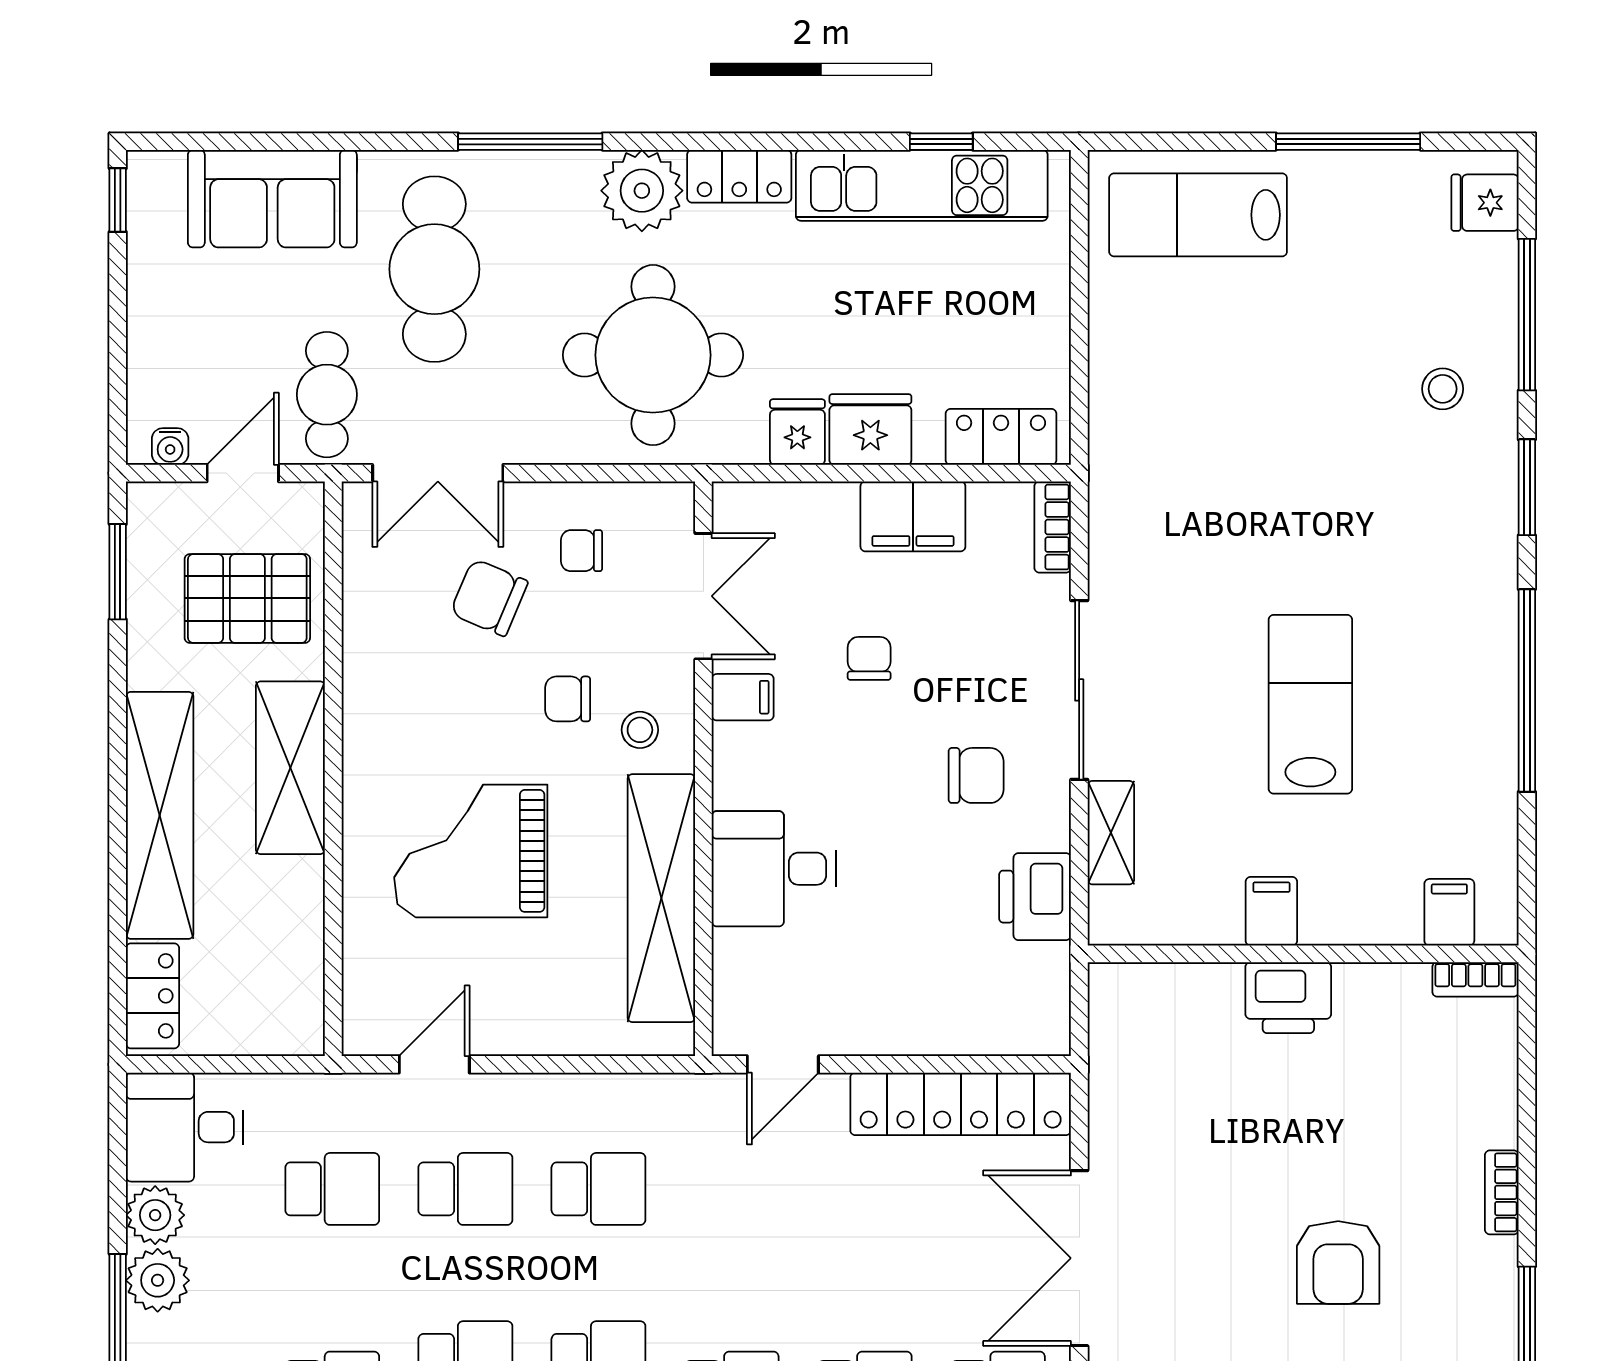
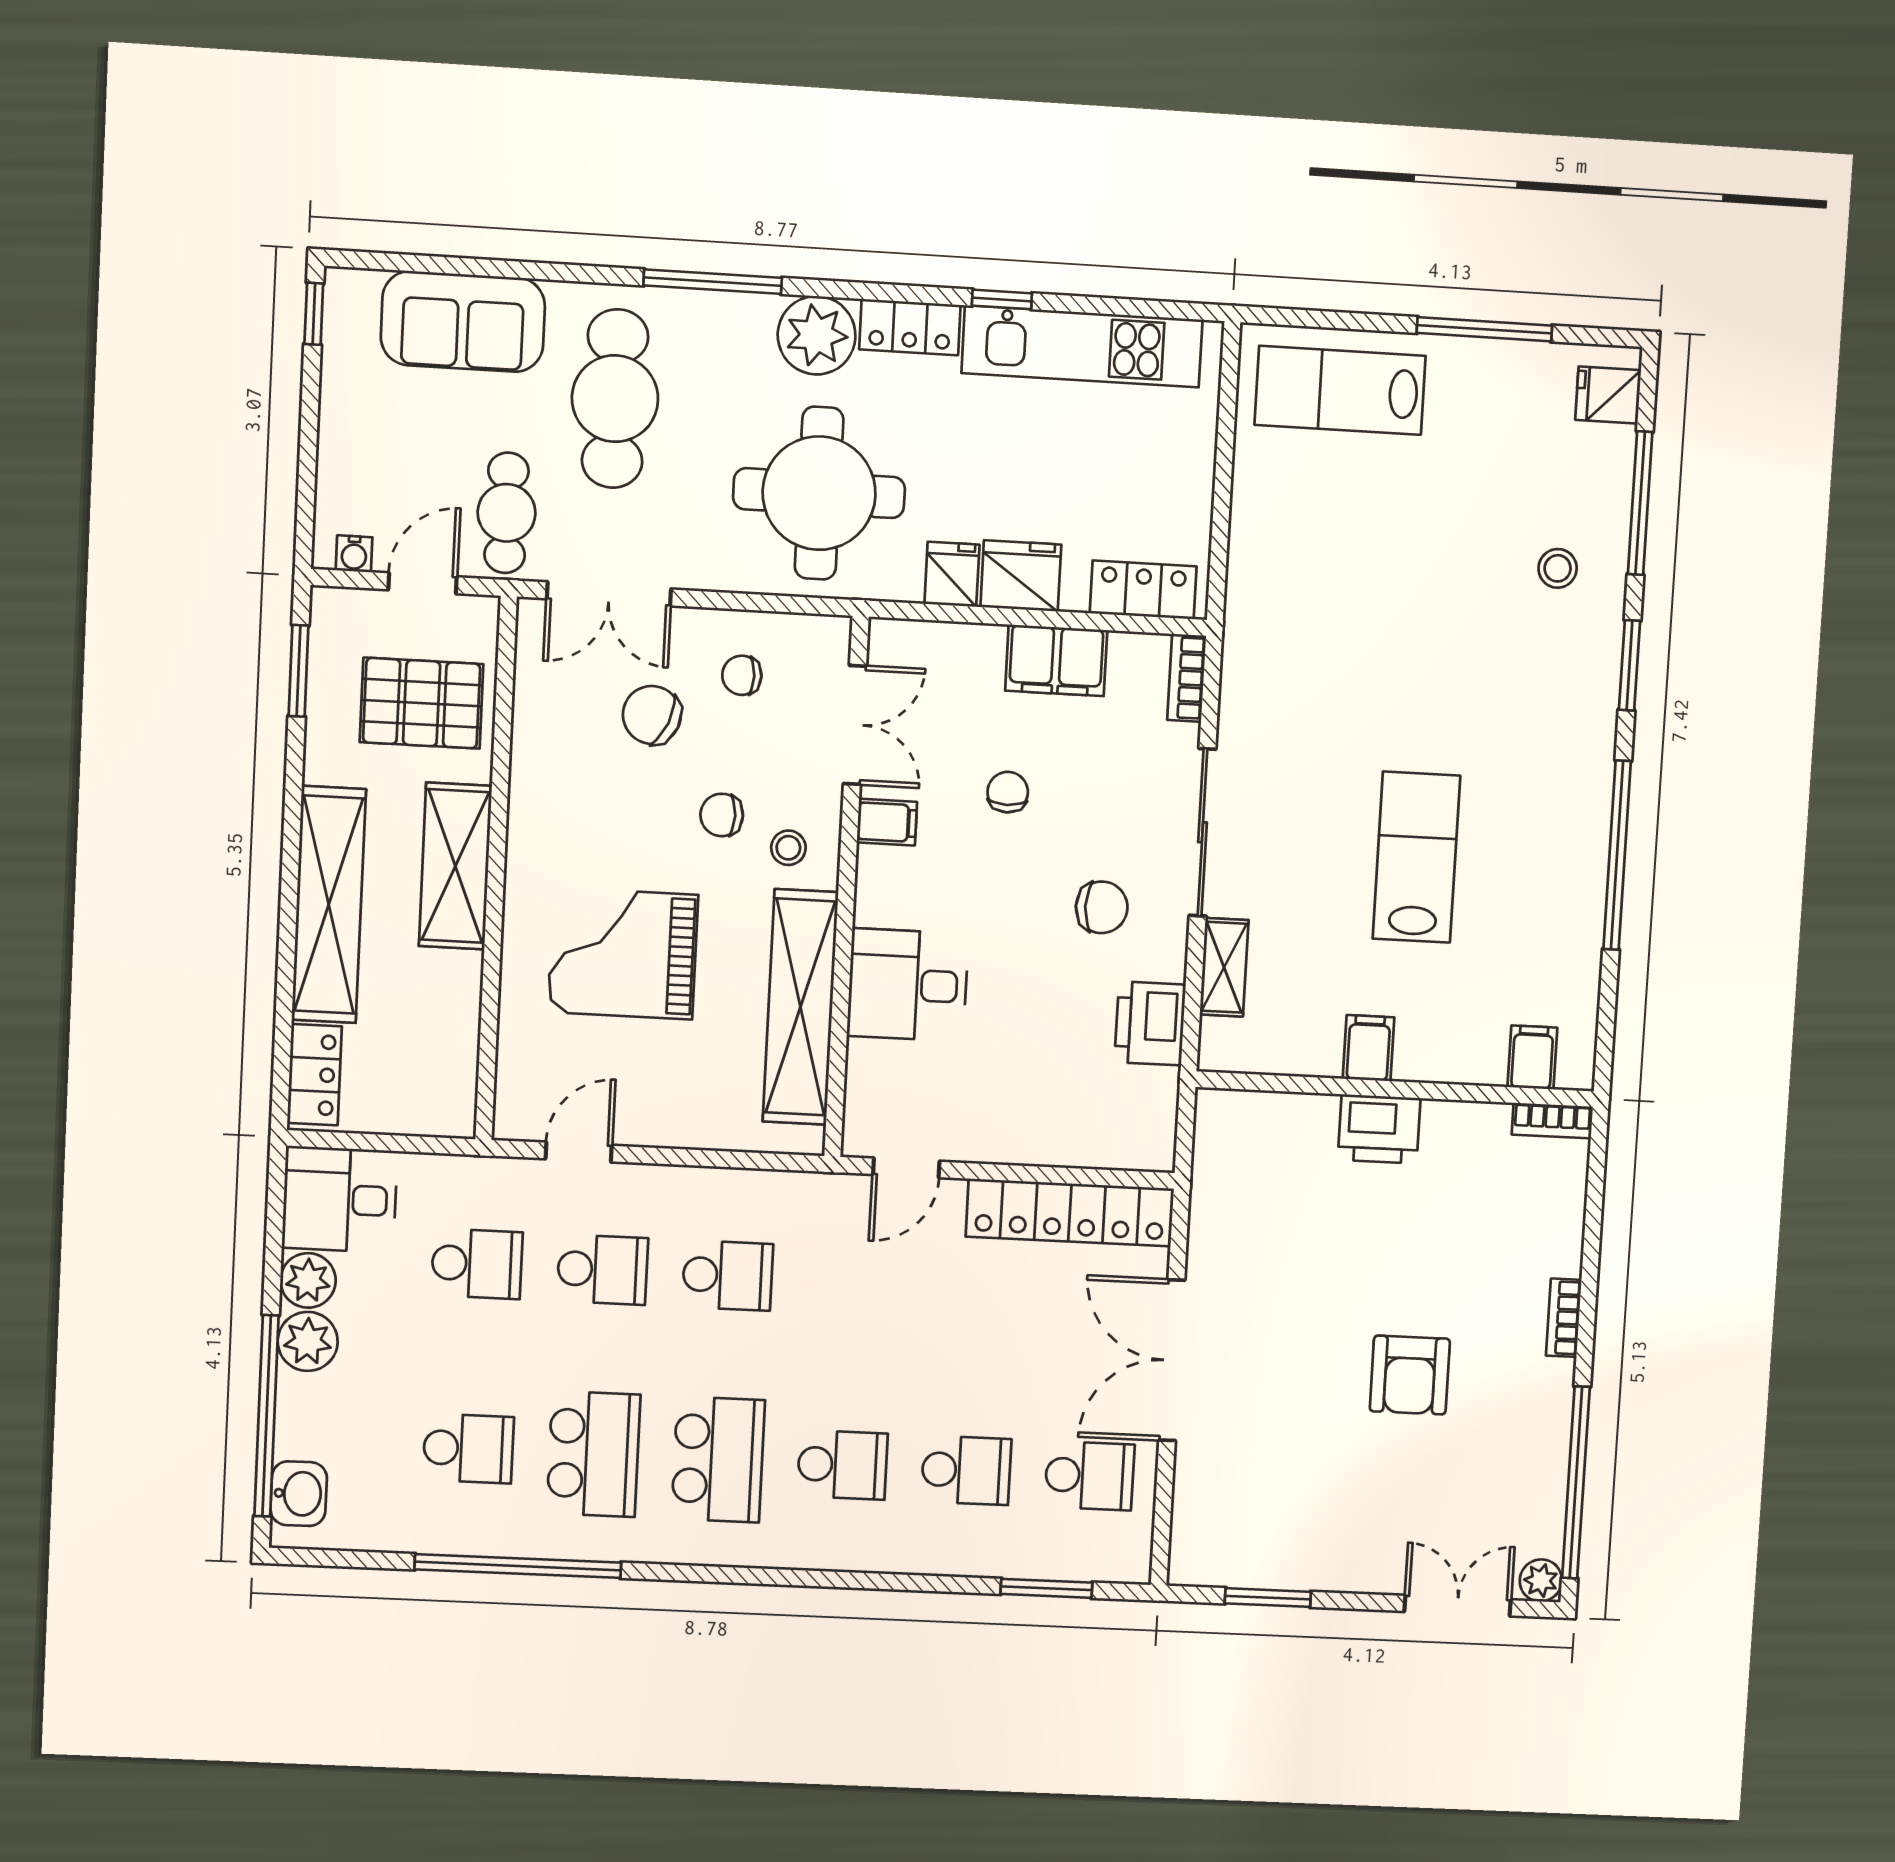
window: (941, 142) -> (1002, 299), moved

